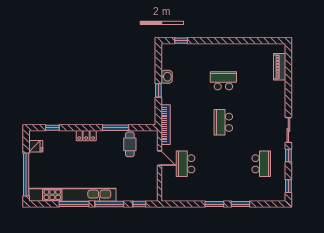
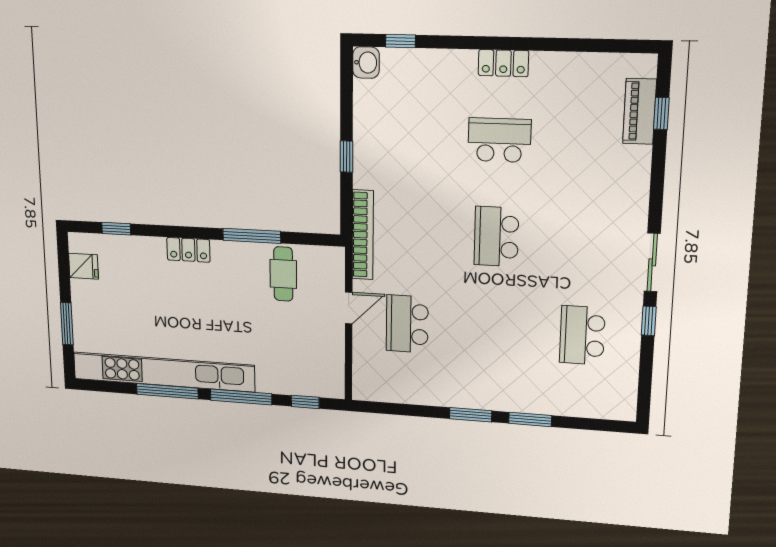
locker: (224, 49) -> (503, 63), added
washbasin: (167, 77) -> (366, 62), moved
door: (159, 158) -> (349, 308), hinge flipped
school desk: (261, 164) -> (582, 335), turned 180
window: (26, 174) -> (67, 324), width x0.47
window: (288, 186) -> (661, 113), moved

